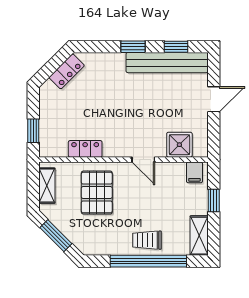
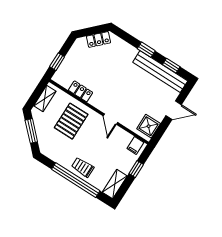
shower: (179, 145) -> (149, 126), moved

